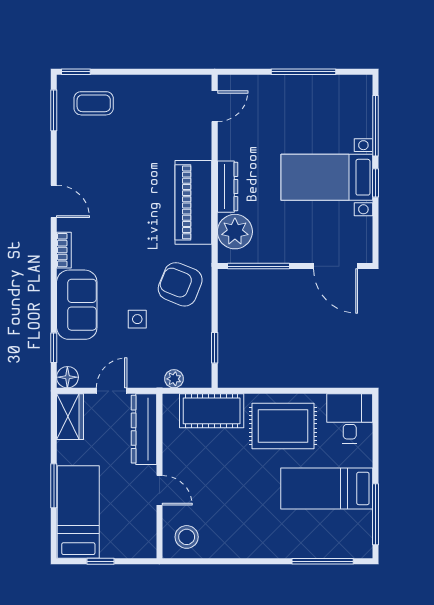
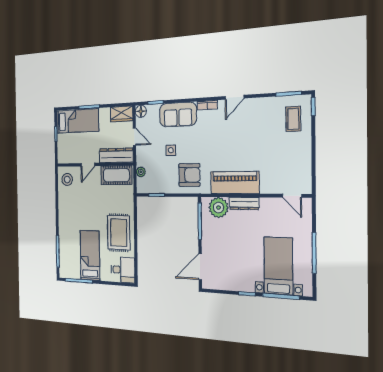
bed with nightstands: (327, 177) -> (278, 266), moved
armchair: (180, 284) -> (189, 175), turned 68
cot: (212, 411) -> (116, 175), moved, turned 90

